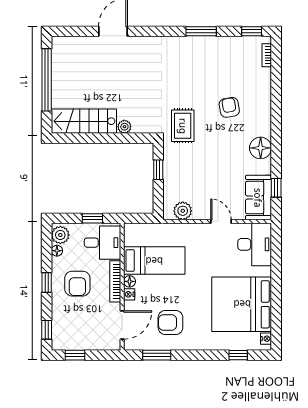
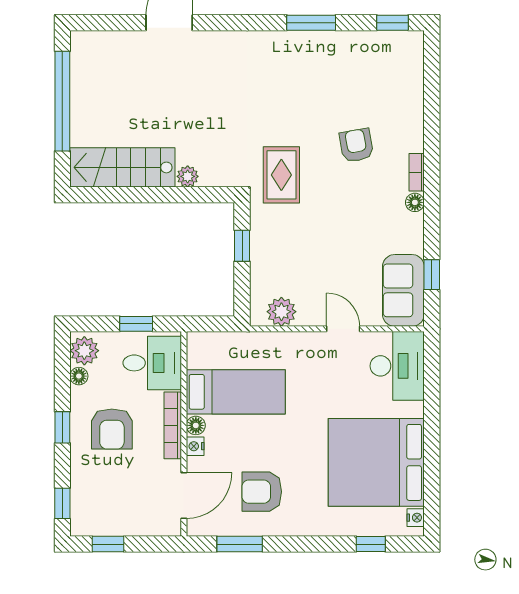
bookcase: (267, 55) -> (417, 172), moved
floor lamp: (261, 148) -> (415, 202), width x0.53, depth x0.53

